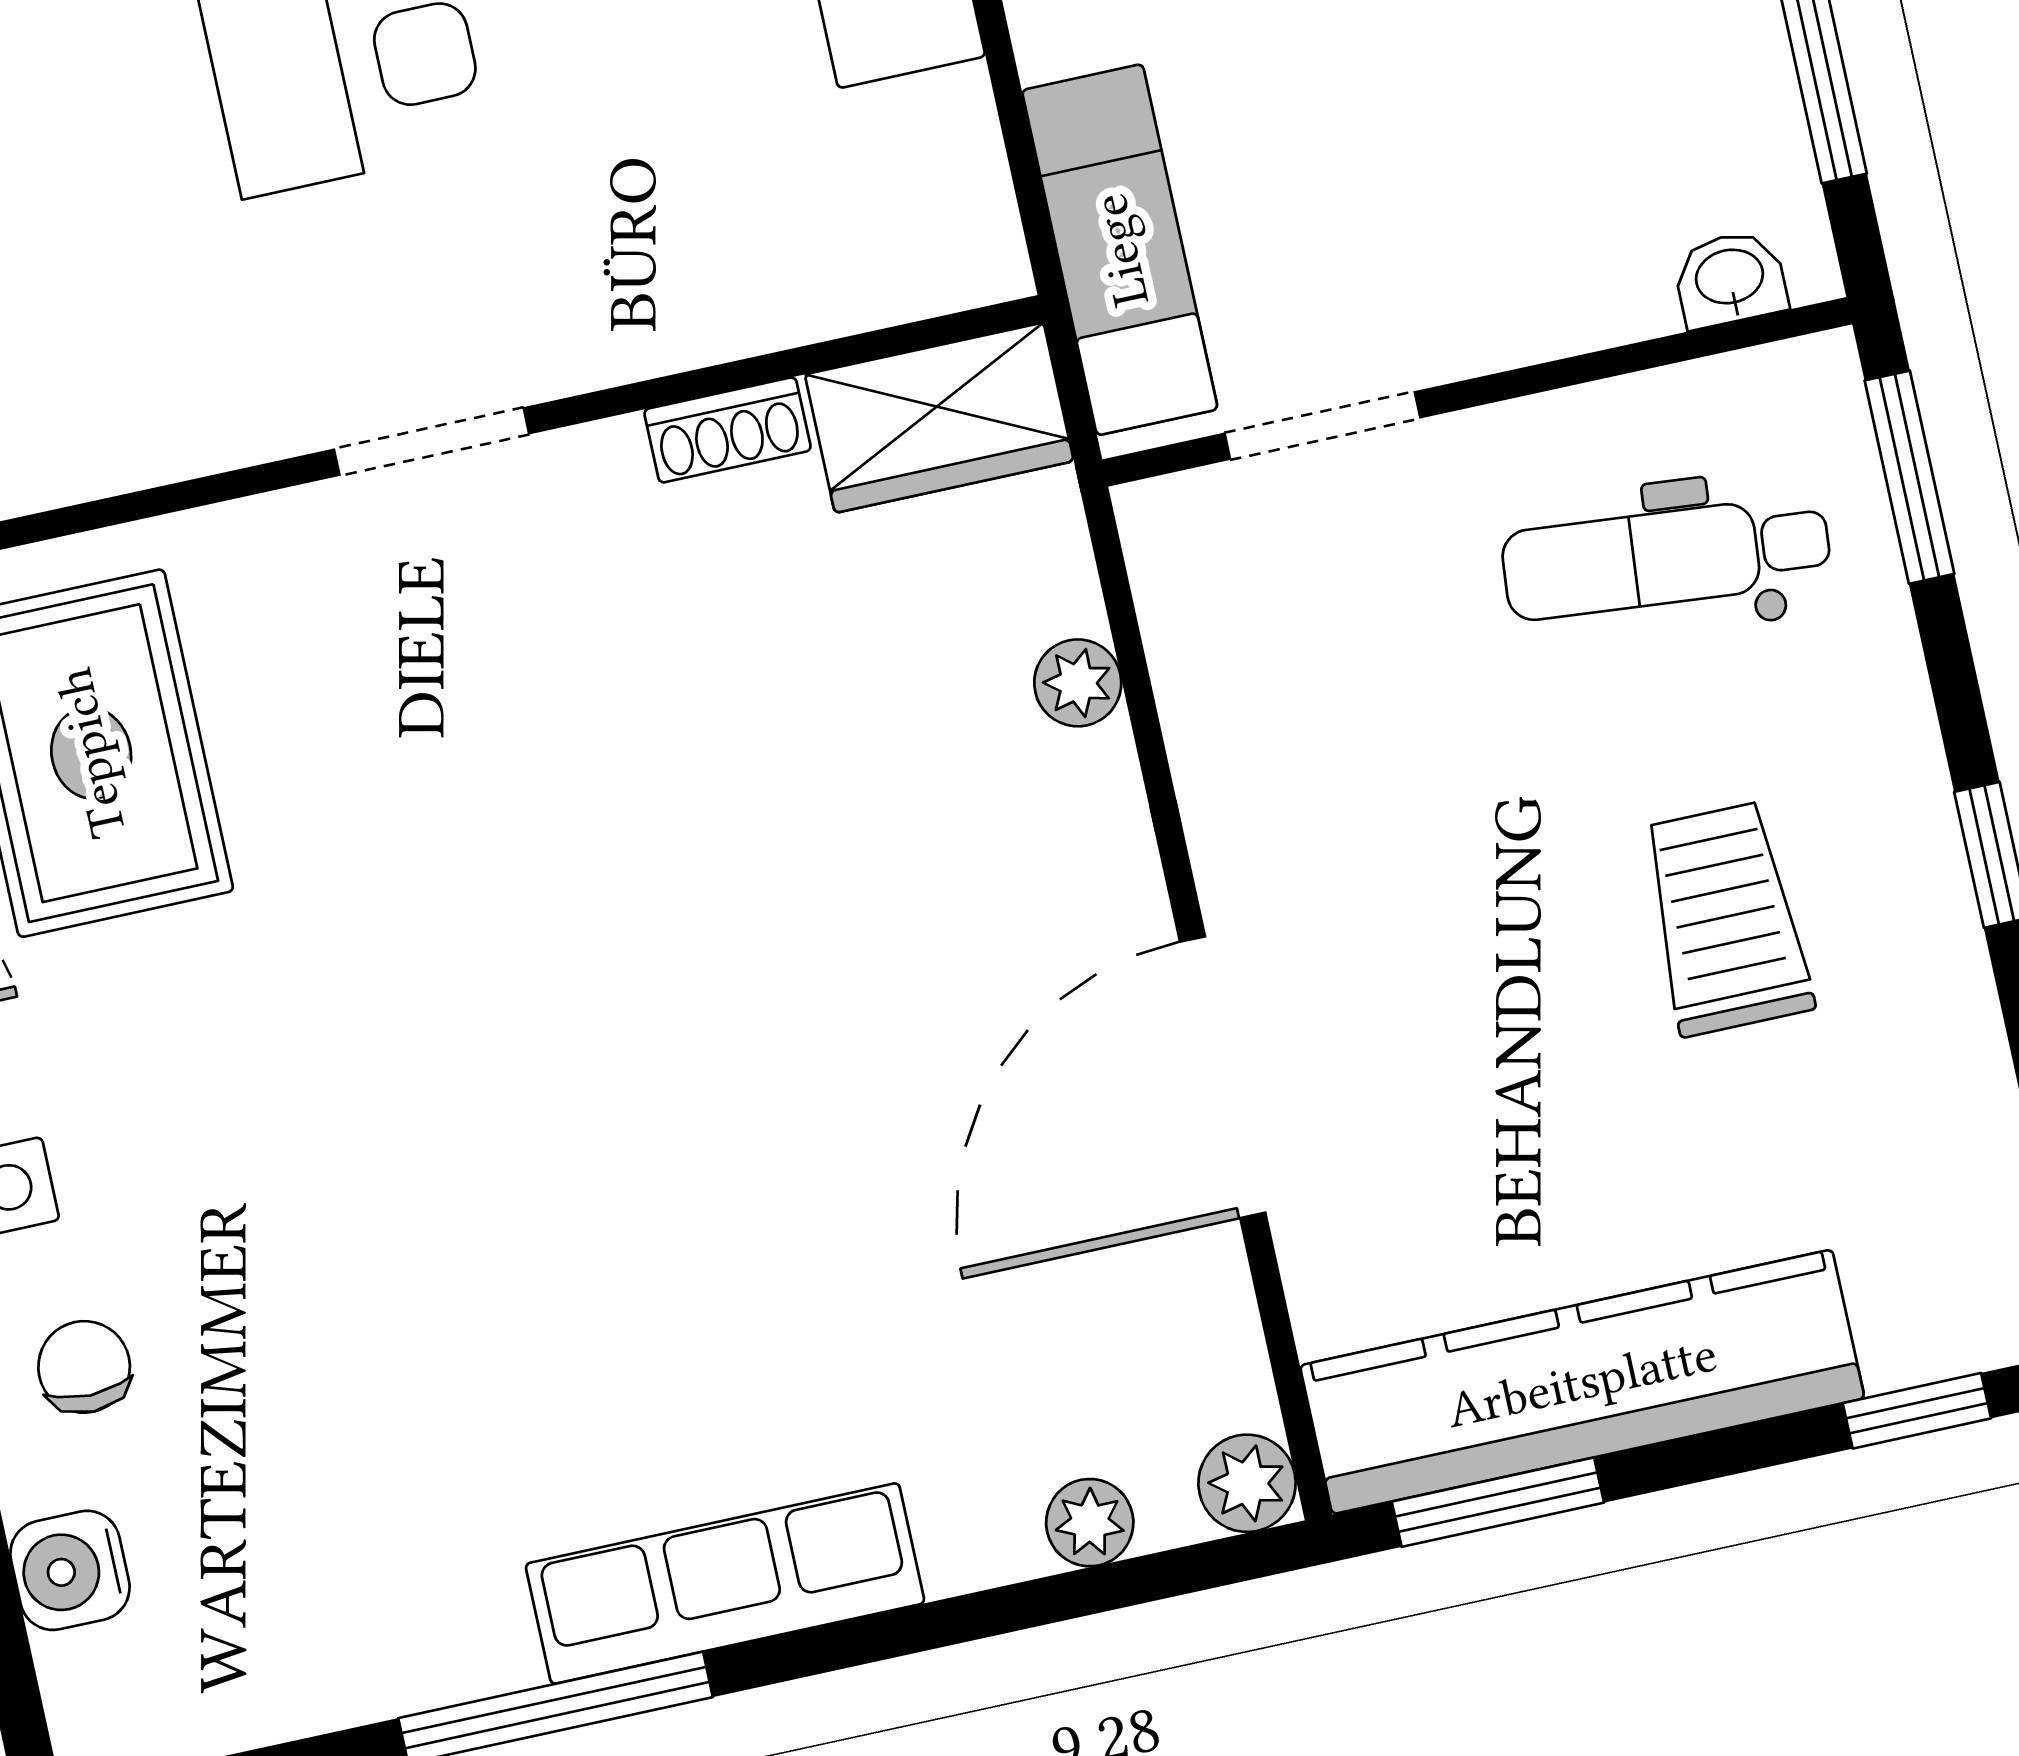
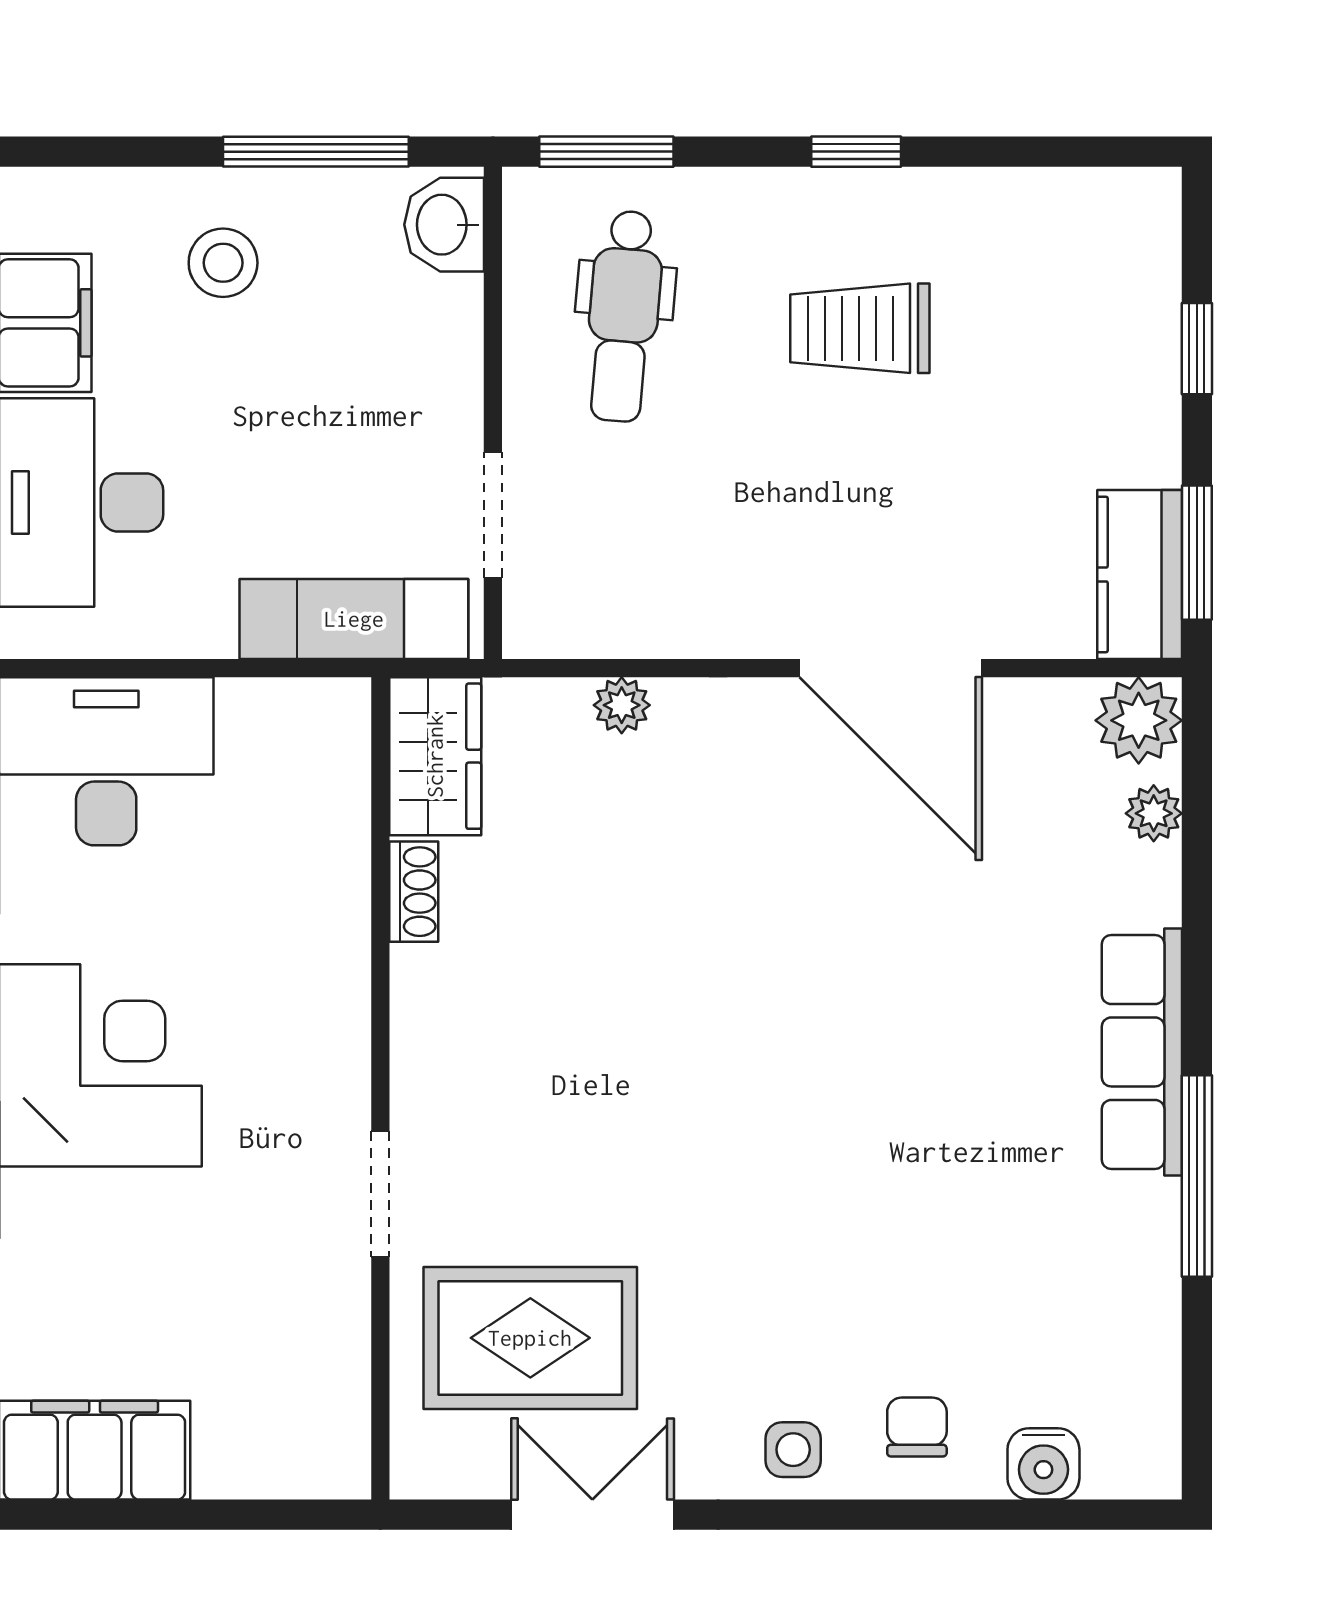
washbasin: (1730, 279) -> (444, 225), width x1.38, depth x1.45
doorway: (432, 442) -> (380, 1194), moved
chair: (84, 1367) -> (917, 1427), turned 90
kitchen counter: (1582, 1382) -> (1140, 574), width x0.48, depth x0.86
window: (1917, 1411) -> (1197, 349), moved
plant: (1247, 1483) -> (1139, 720), width x1.38, depth x1.38

